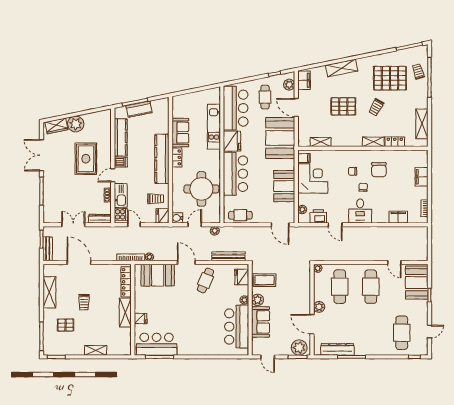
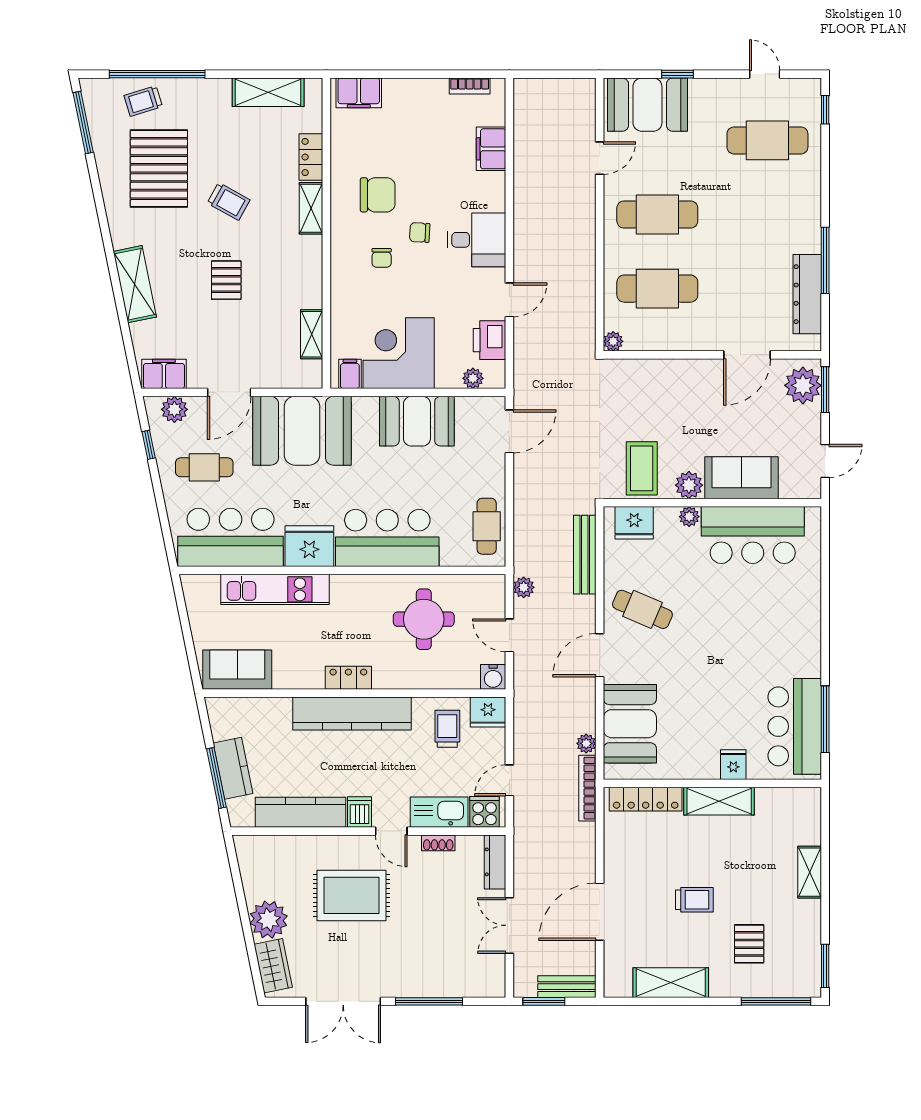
pallet: (343, 106) -> (226, 280), width x0.67, depth x0.71
sofa: (180, 133) -> (237, 670), moved
filing cabinet: (422, 177) -> (359, 93), moved
round table: (201, 189) -> (424, 619), width x0.73, depth x0.73
plant: (319, 307) -> (706, 338), removed

